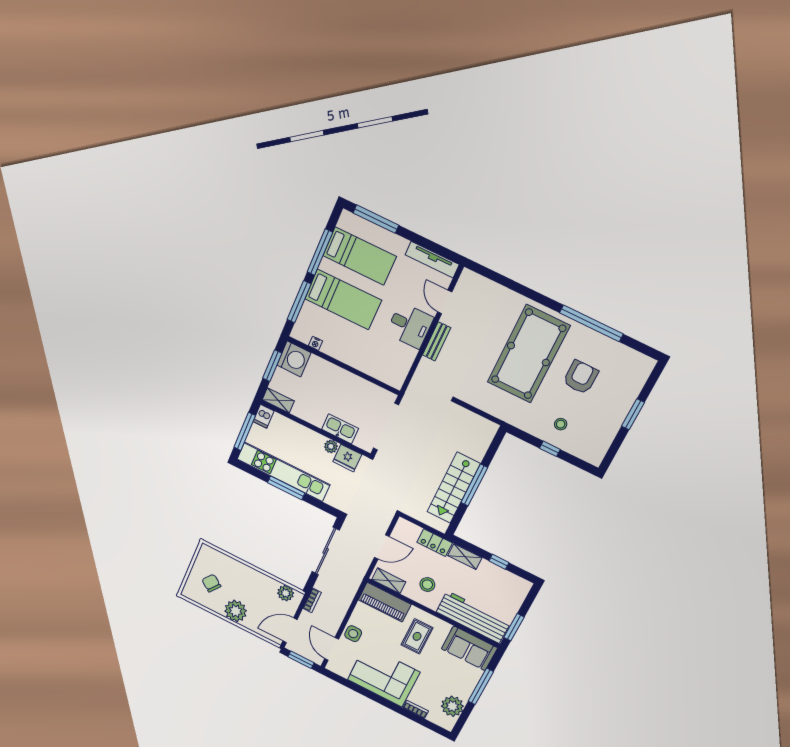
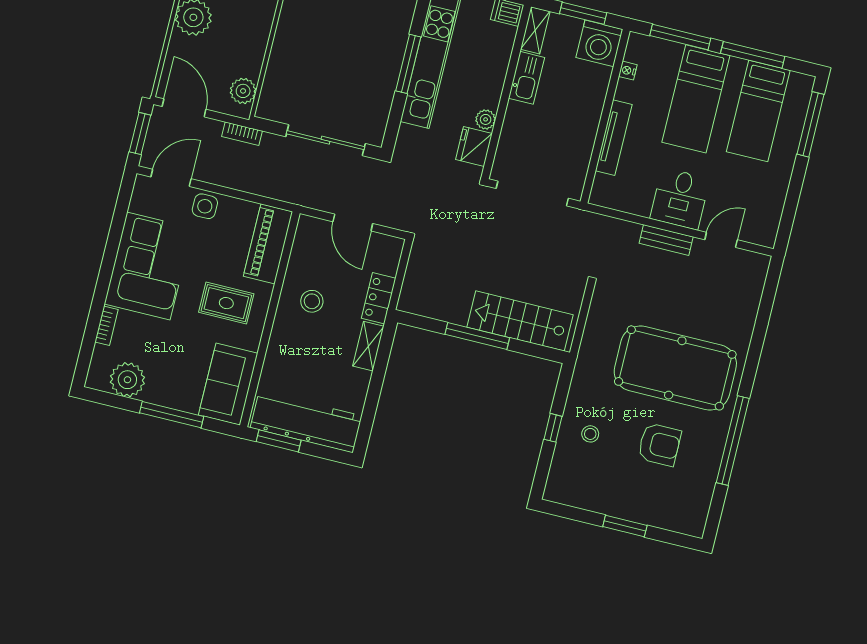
tv unit: (432, 260) -> (614, 138), moved, turned 180
kitchen sink: (340, 429) -> (527, 78), moved
stairs: (454, 488) -> (520, 321), moved
window: (499, 562) -> (373, 396), removed
shelving: (389, 581) -> (303, 243), removed
workbench: (473, 617) -> (306, 422), moved, turned -90

